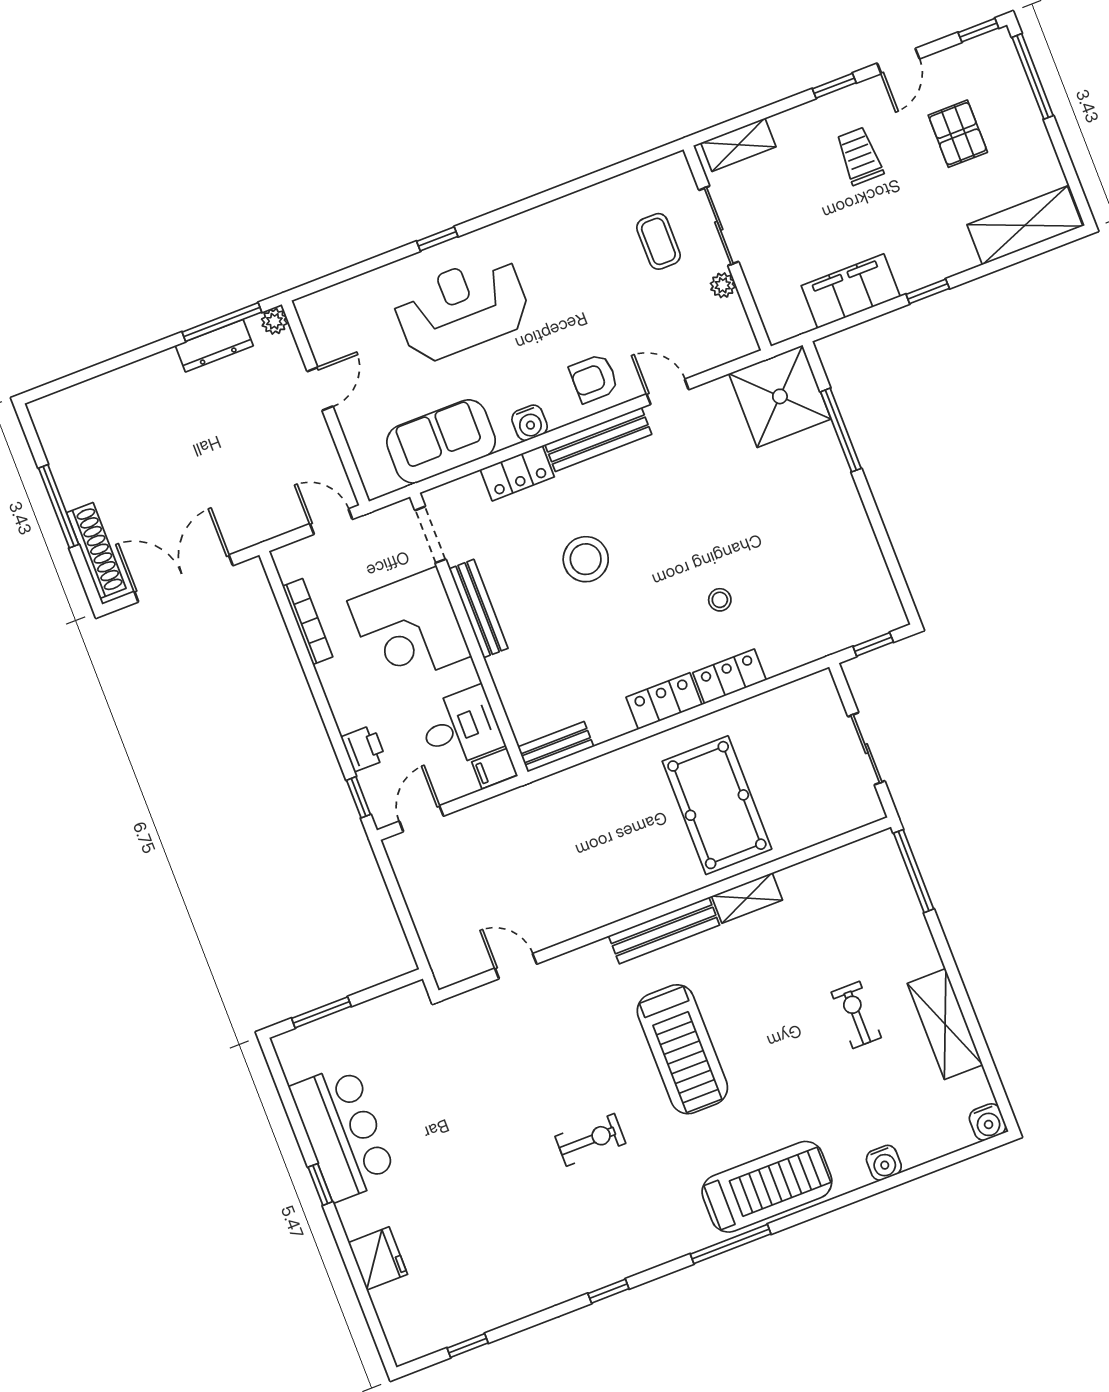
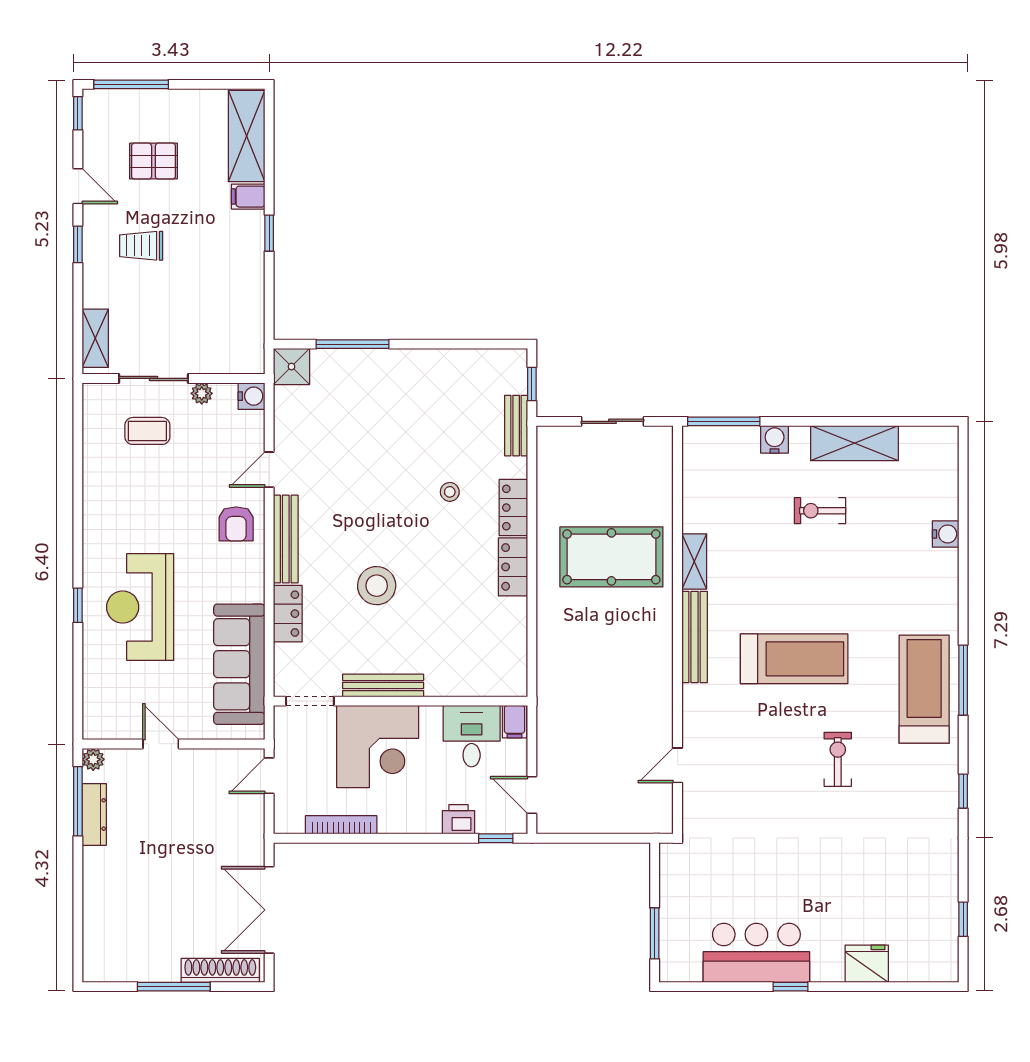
filing cabinet: (851, 291) -> (248, 197), moved, width x0.33, depth x0.86
shower: (780, 396) -> (292, 367), width x0.54, depth x0.54
water cooler: (530, 423) -> (252, 396), moved
sofa: (441, 441) -> (239, 664), width x1.36
bench: (556, 747) -> (516, 426), moved
water cooler: (988, 1122) -> (775, 439), moved, turned -90
treadmill: (767, 1187) -> (924, 689), moved

